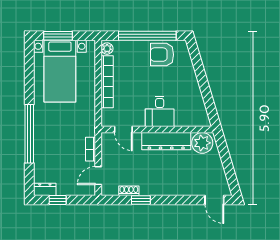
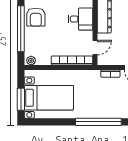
bookcase: (107, 82) -> (72, 60), moved

